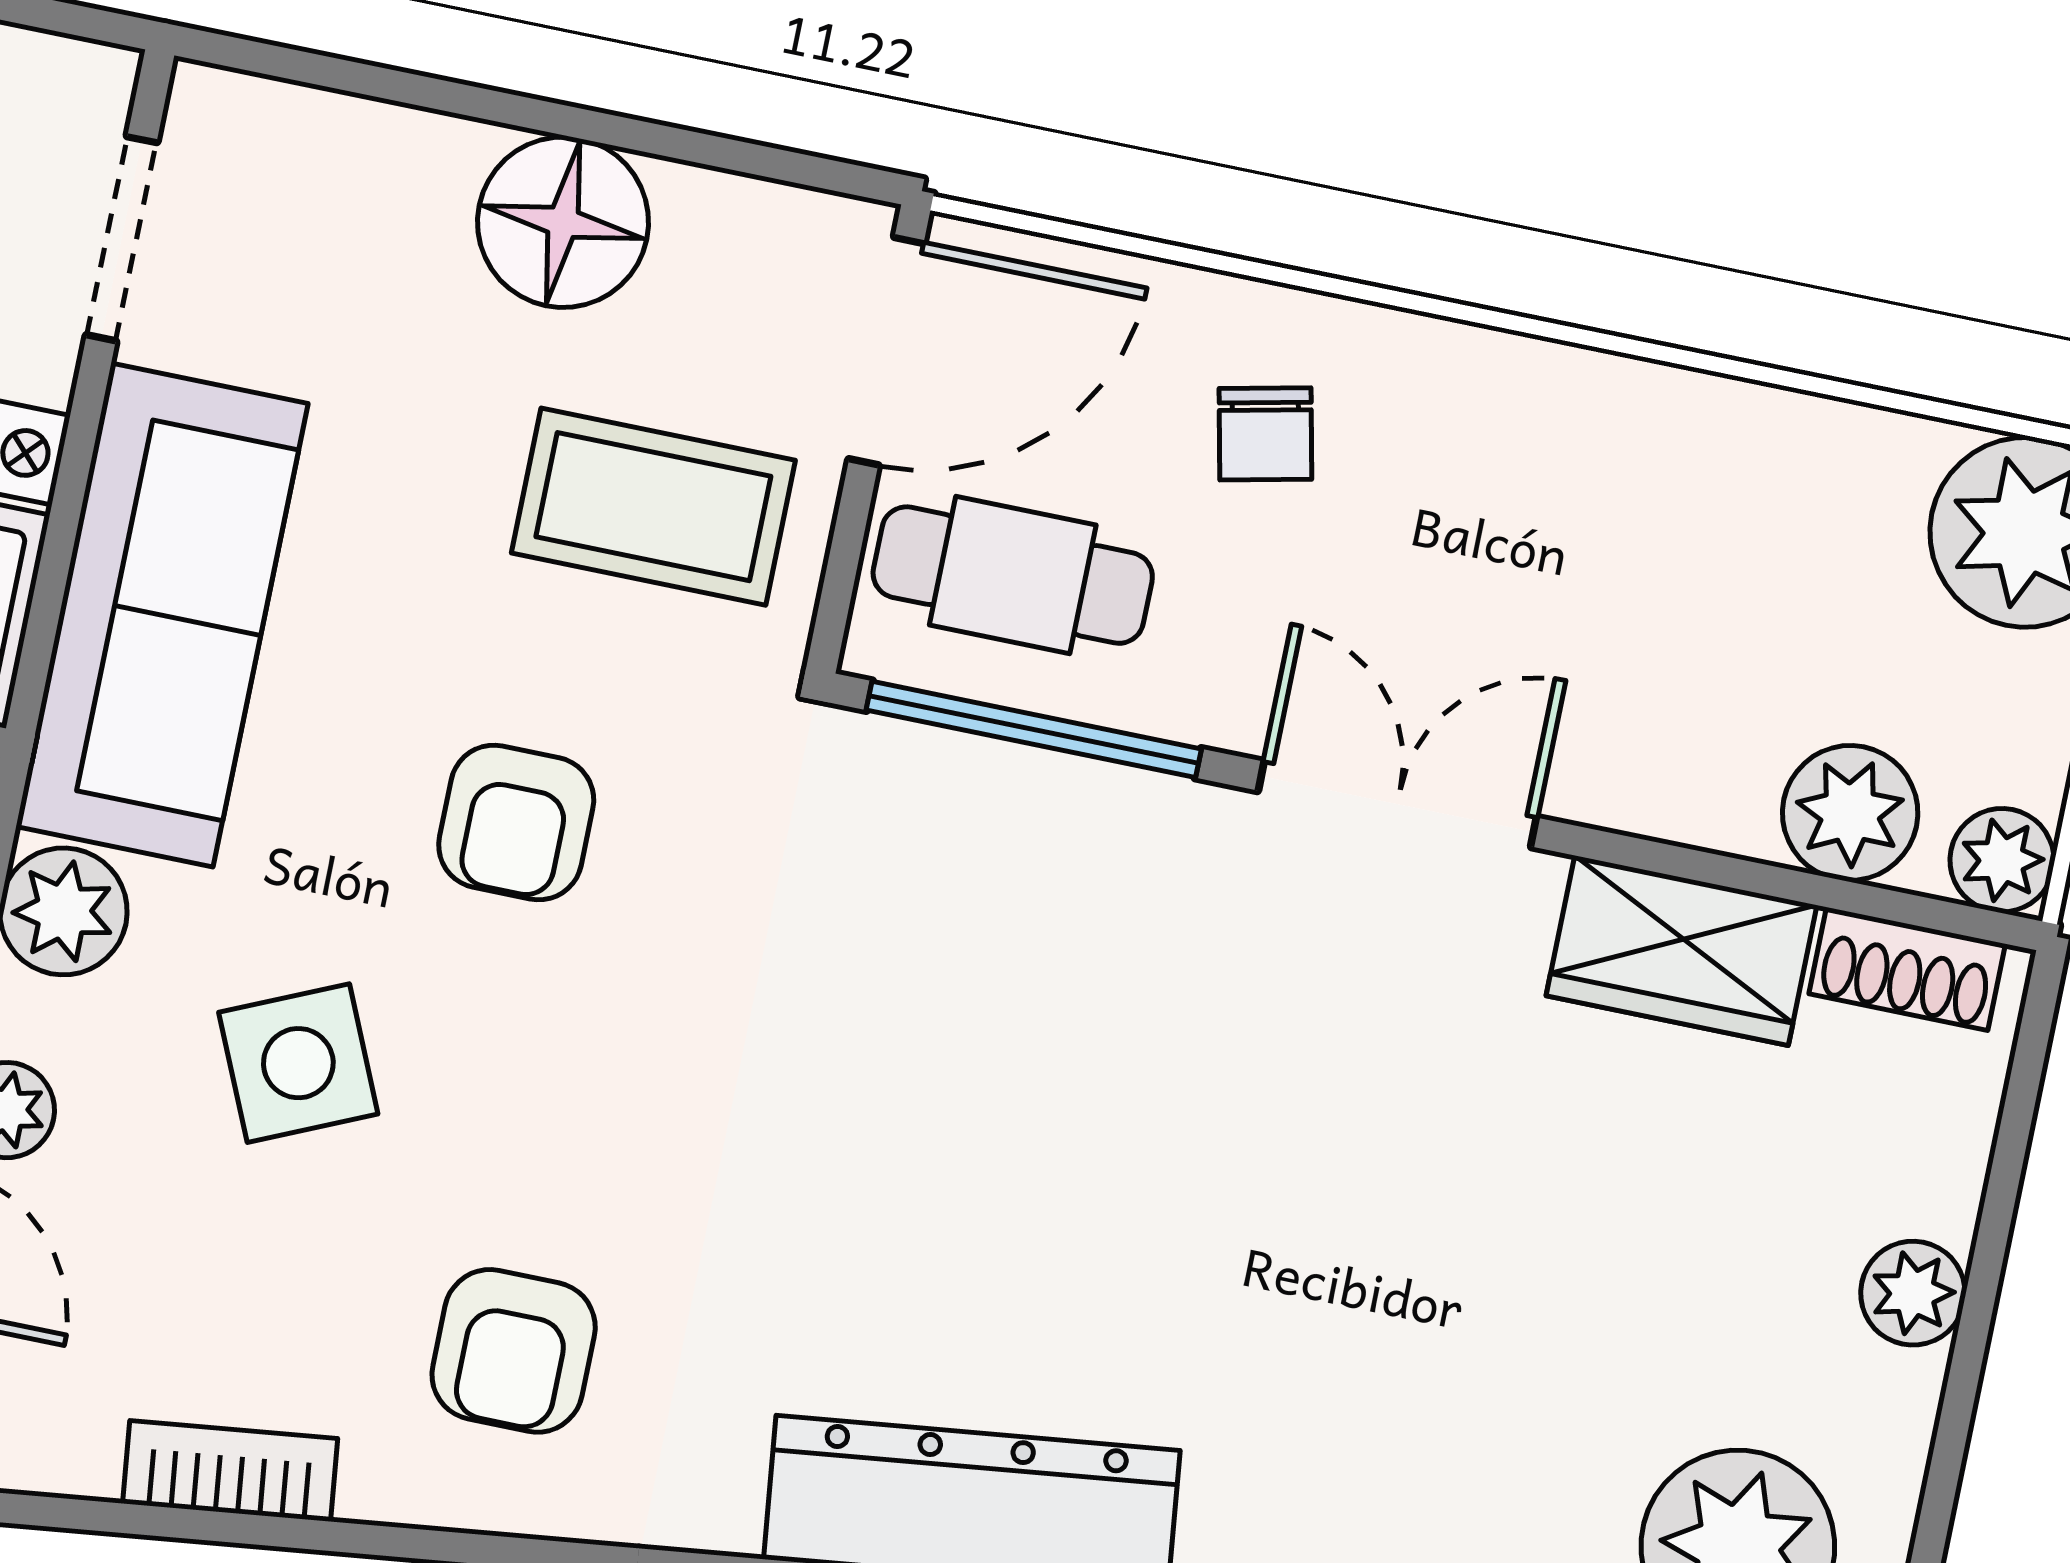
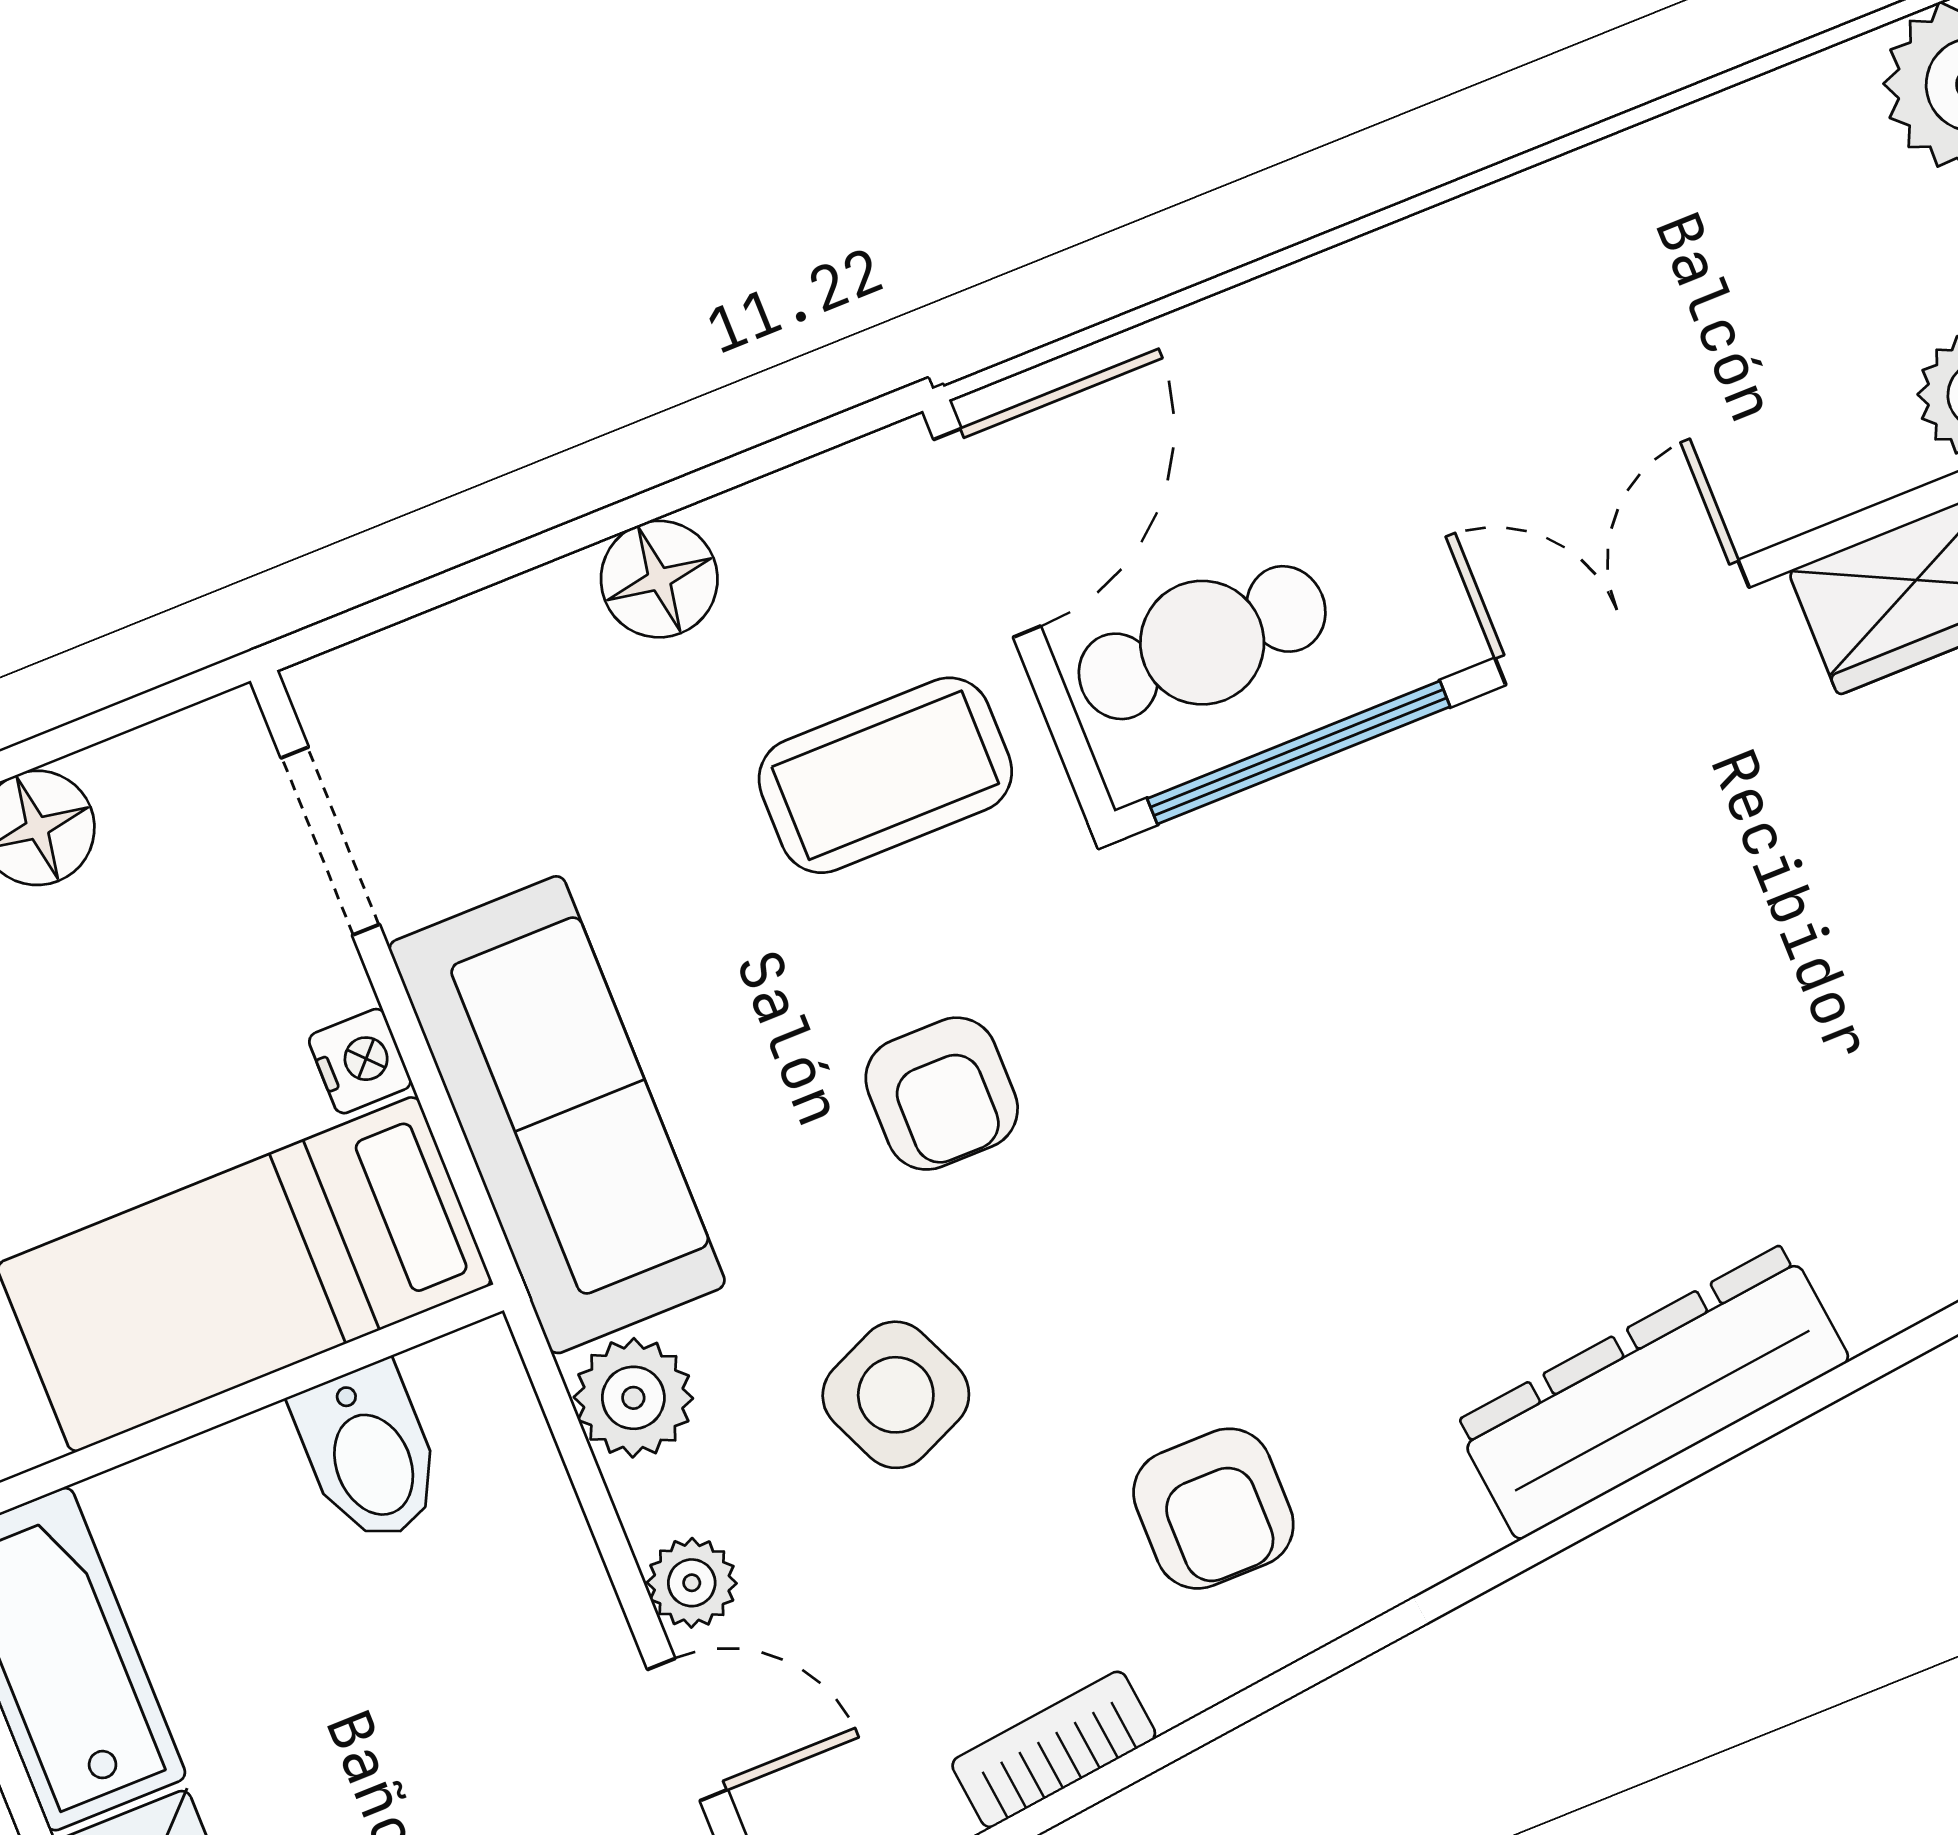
floor lamp: (563, 222) -> (659, 579), width x0.73, depth x0.73
chair: (1265, 434) -> (1327, 401), removed

